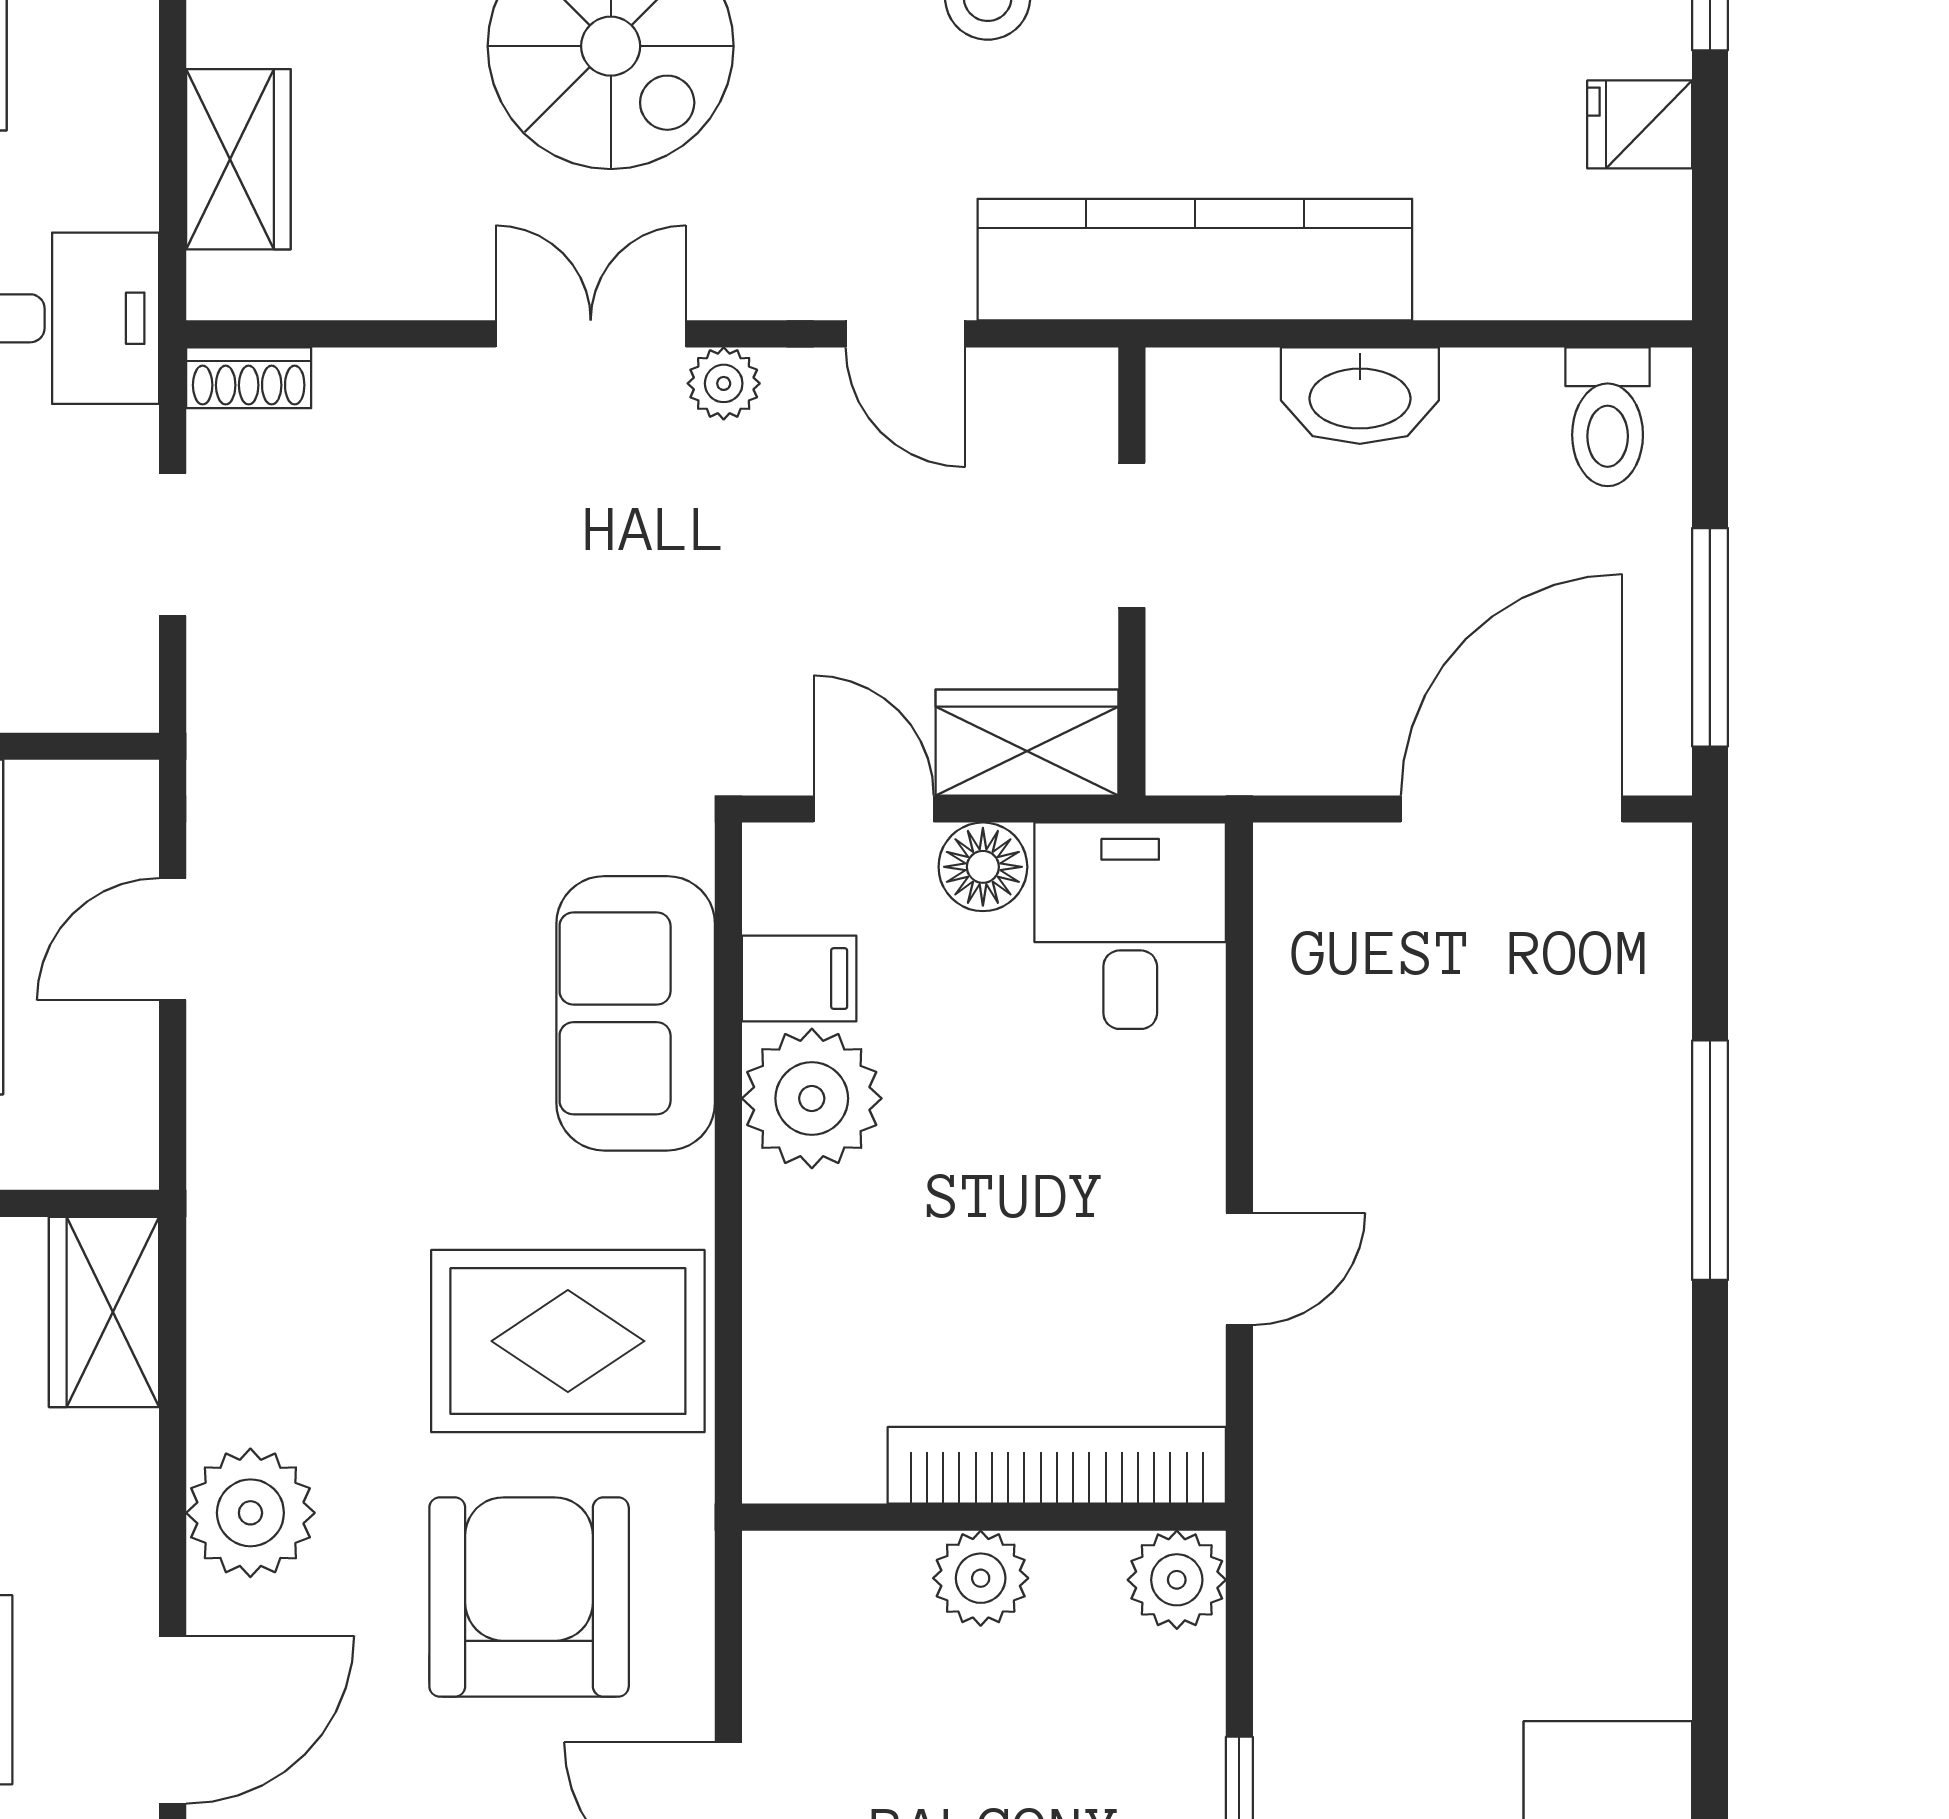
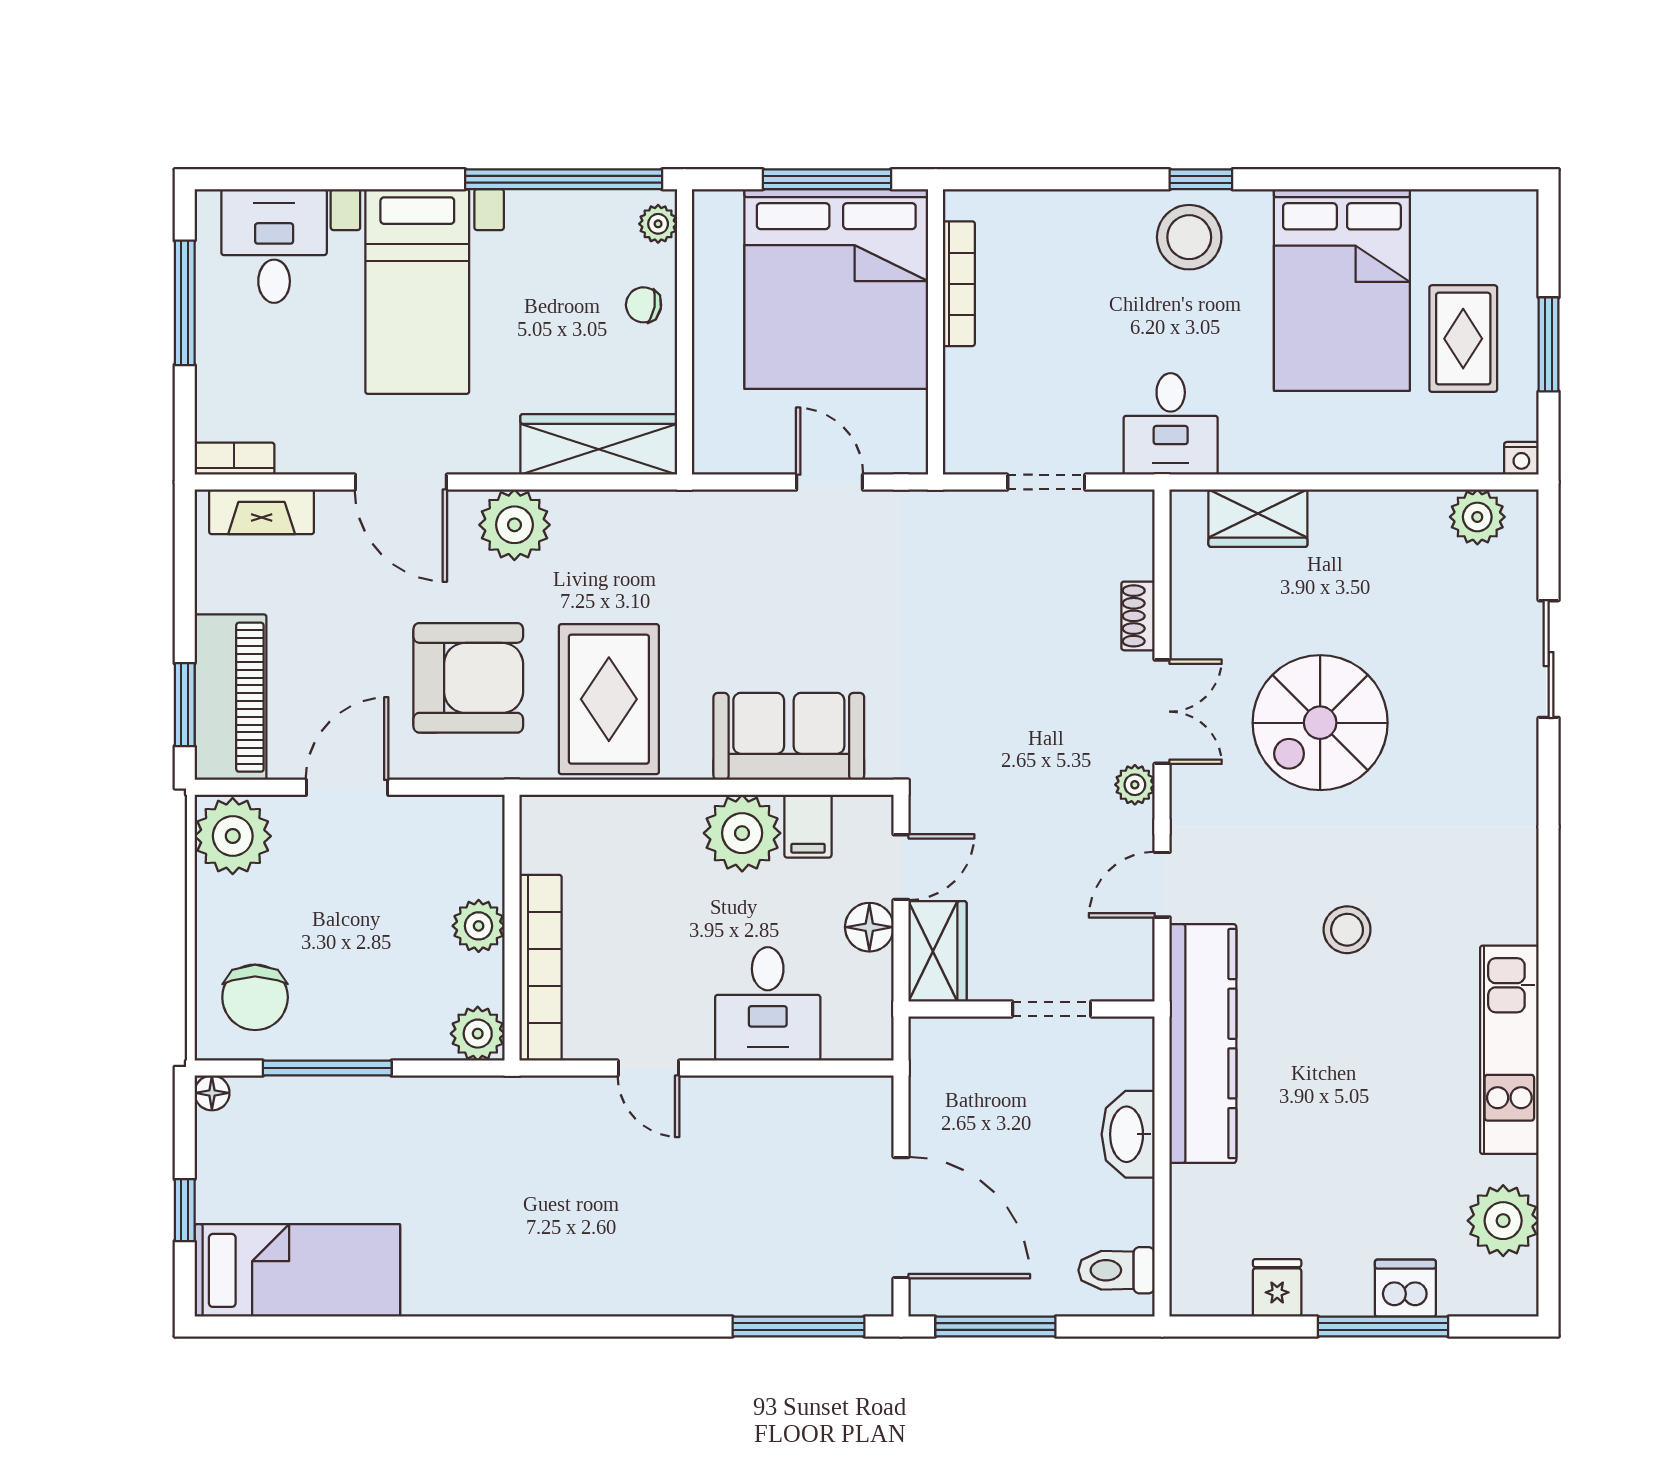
shoe rack: (249, 378) -> (1138, 616), moved
desk: (1130, 926) -> (768, 1004), moved, turned 90
window: (1710, 1160) -> (799, 1327), moved
wardrobe: (104, 1312) -> (599, 444), width x1.50

